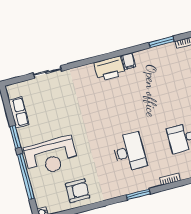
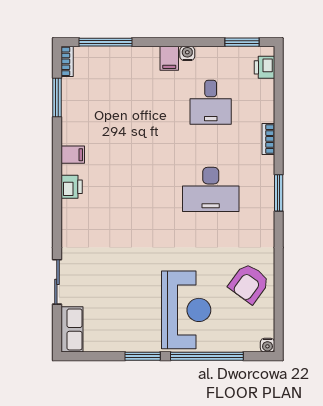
printer: (109, 69) -> (72, 187), width x0.53, depth x0.68
row of seats: (19, 112) -> (72, 329), moved, turned 90
desk: (129, 152) -> (211, 189), turned 180
armchair: (78, 191) -> (249, 283), turned -144

